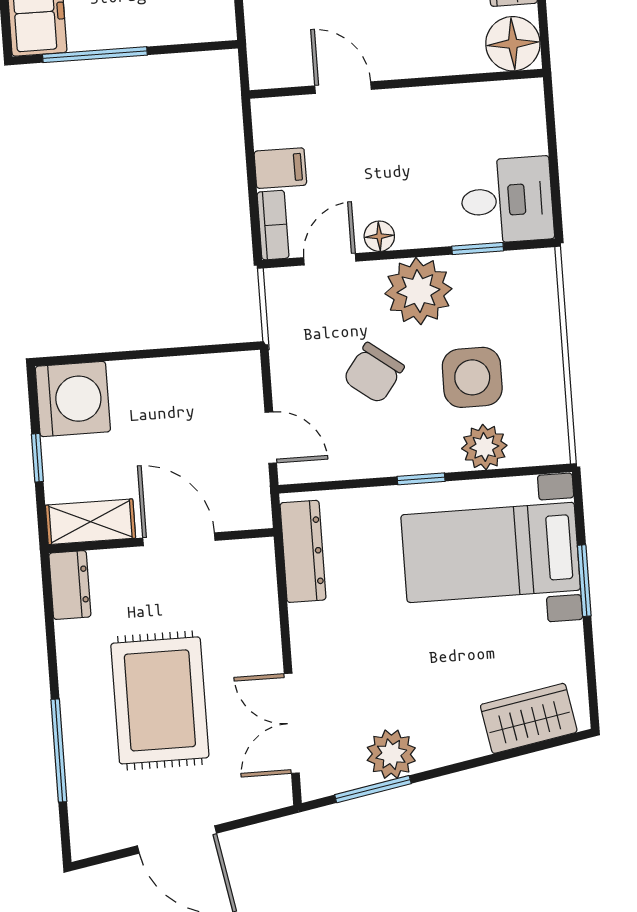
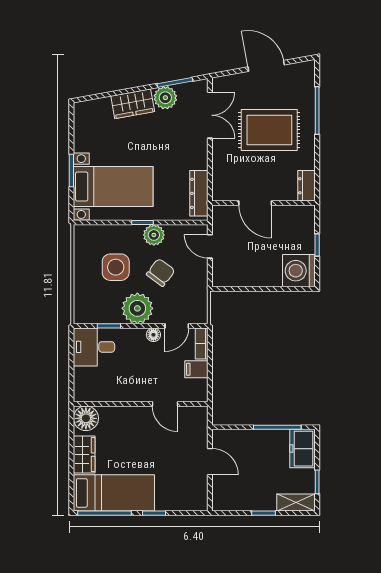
plant: (484, 447) -> (154, 235), moved
shelving: (90, 522) -> (295, 214), removed
rug: (160, 700) -> (269, 130), turned 90
wardrobe: (529, 718) -> (133, 104), moved

